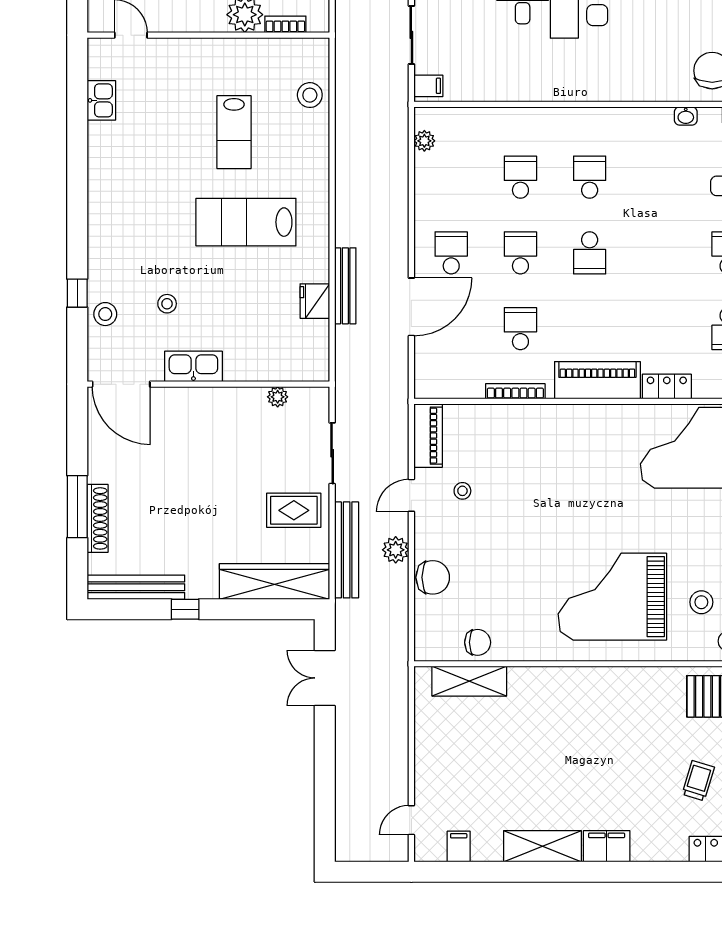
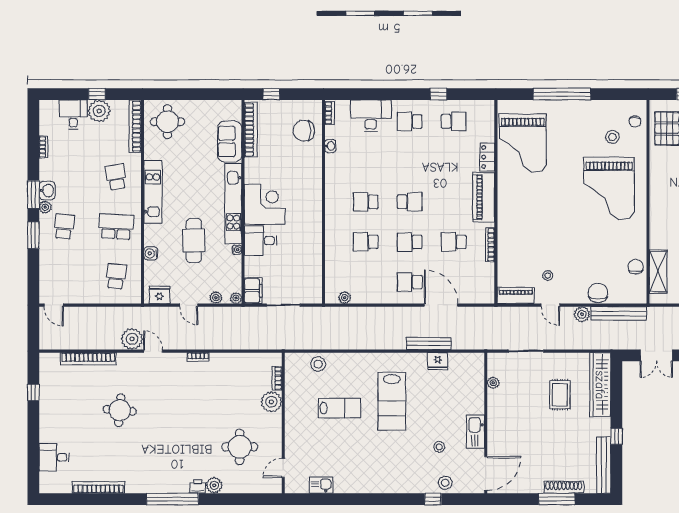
filing cabinet: (428, 86) -> (313, 295), removed
rug: (294, 510) -> (560, 395), moved
bench: (347, 550) -> (619, 313), moved

